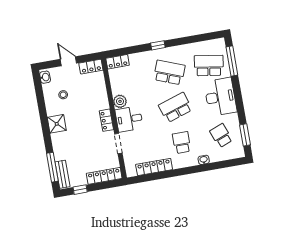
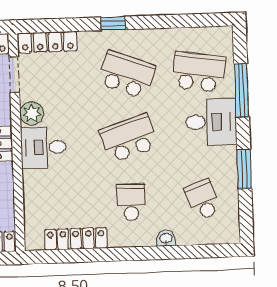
window: (232, 61) -> (242, 90), moved
locker: (118, 62) -> (48, 42), width x1.53
desk: (220, 97) -> (211, 122), width x0.73
window: (245, 135) -> (244, 169), moved
doorway: (118, 143) -> (14, 75), moved

